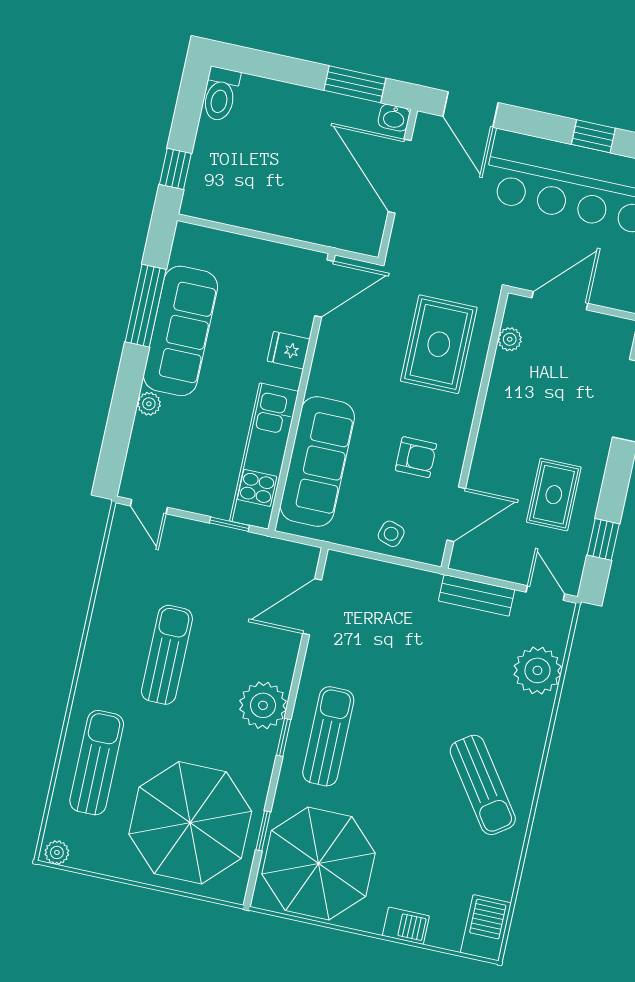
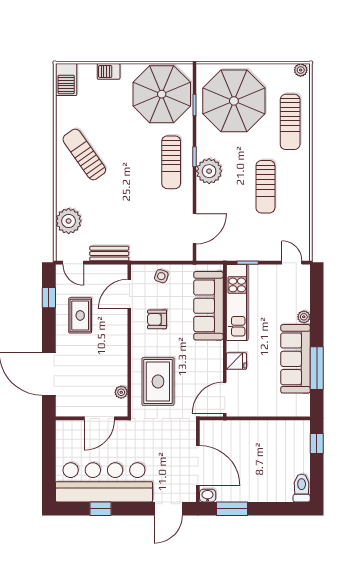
door: (470, 109) -> (168, 509), swing flipped

